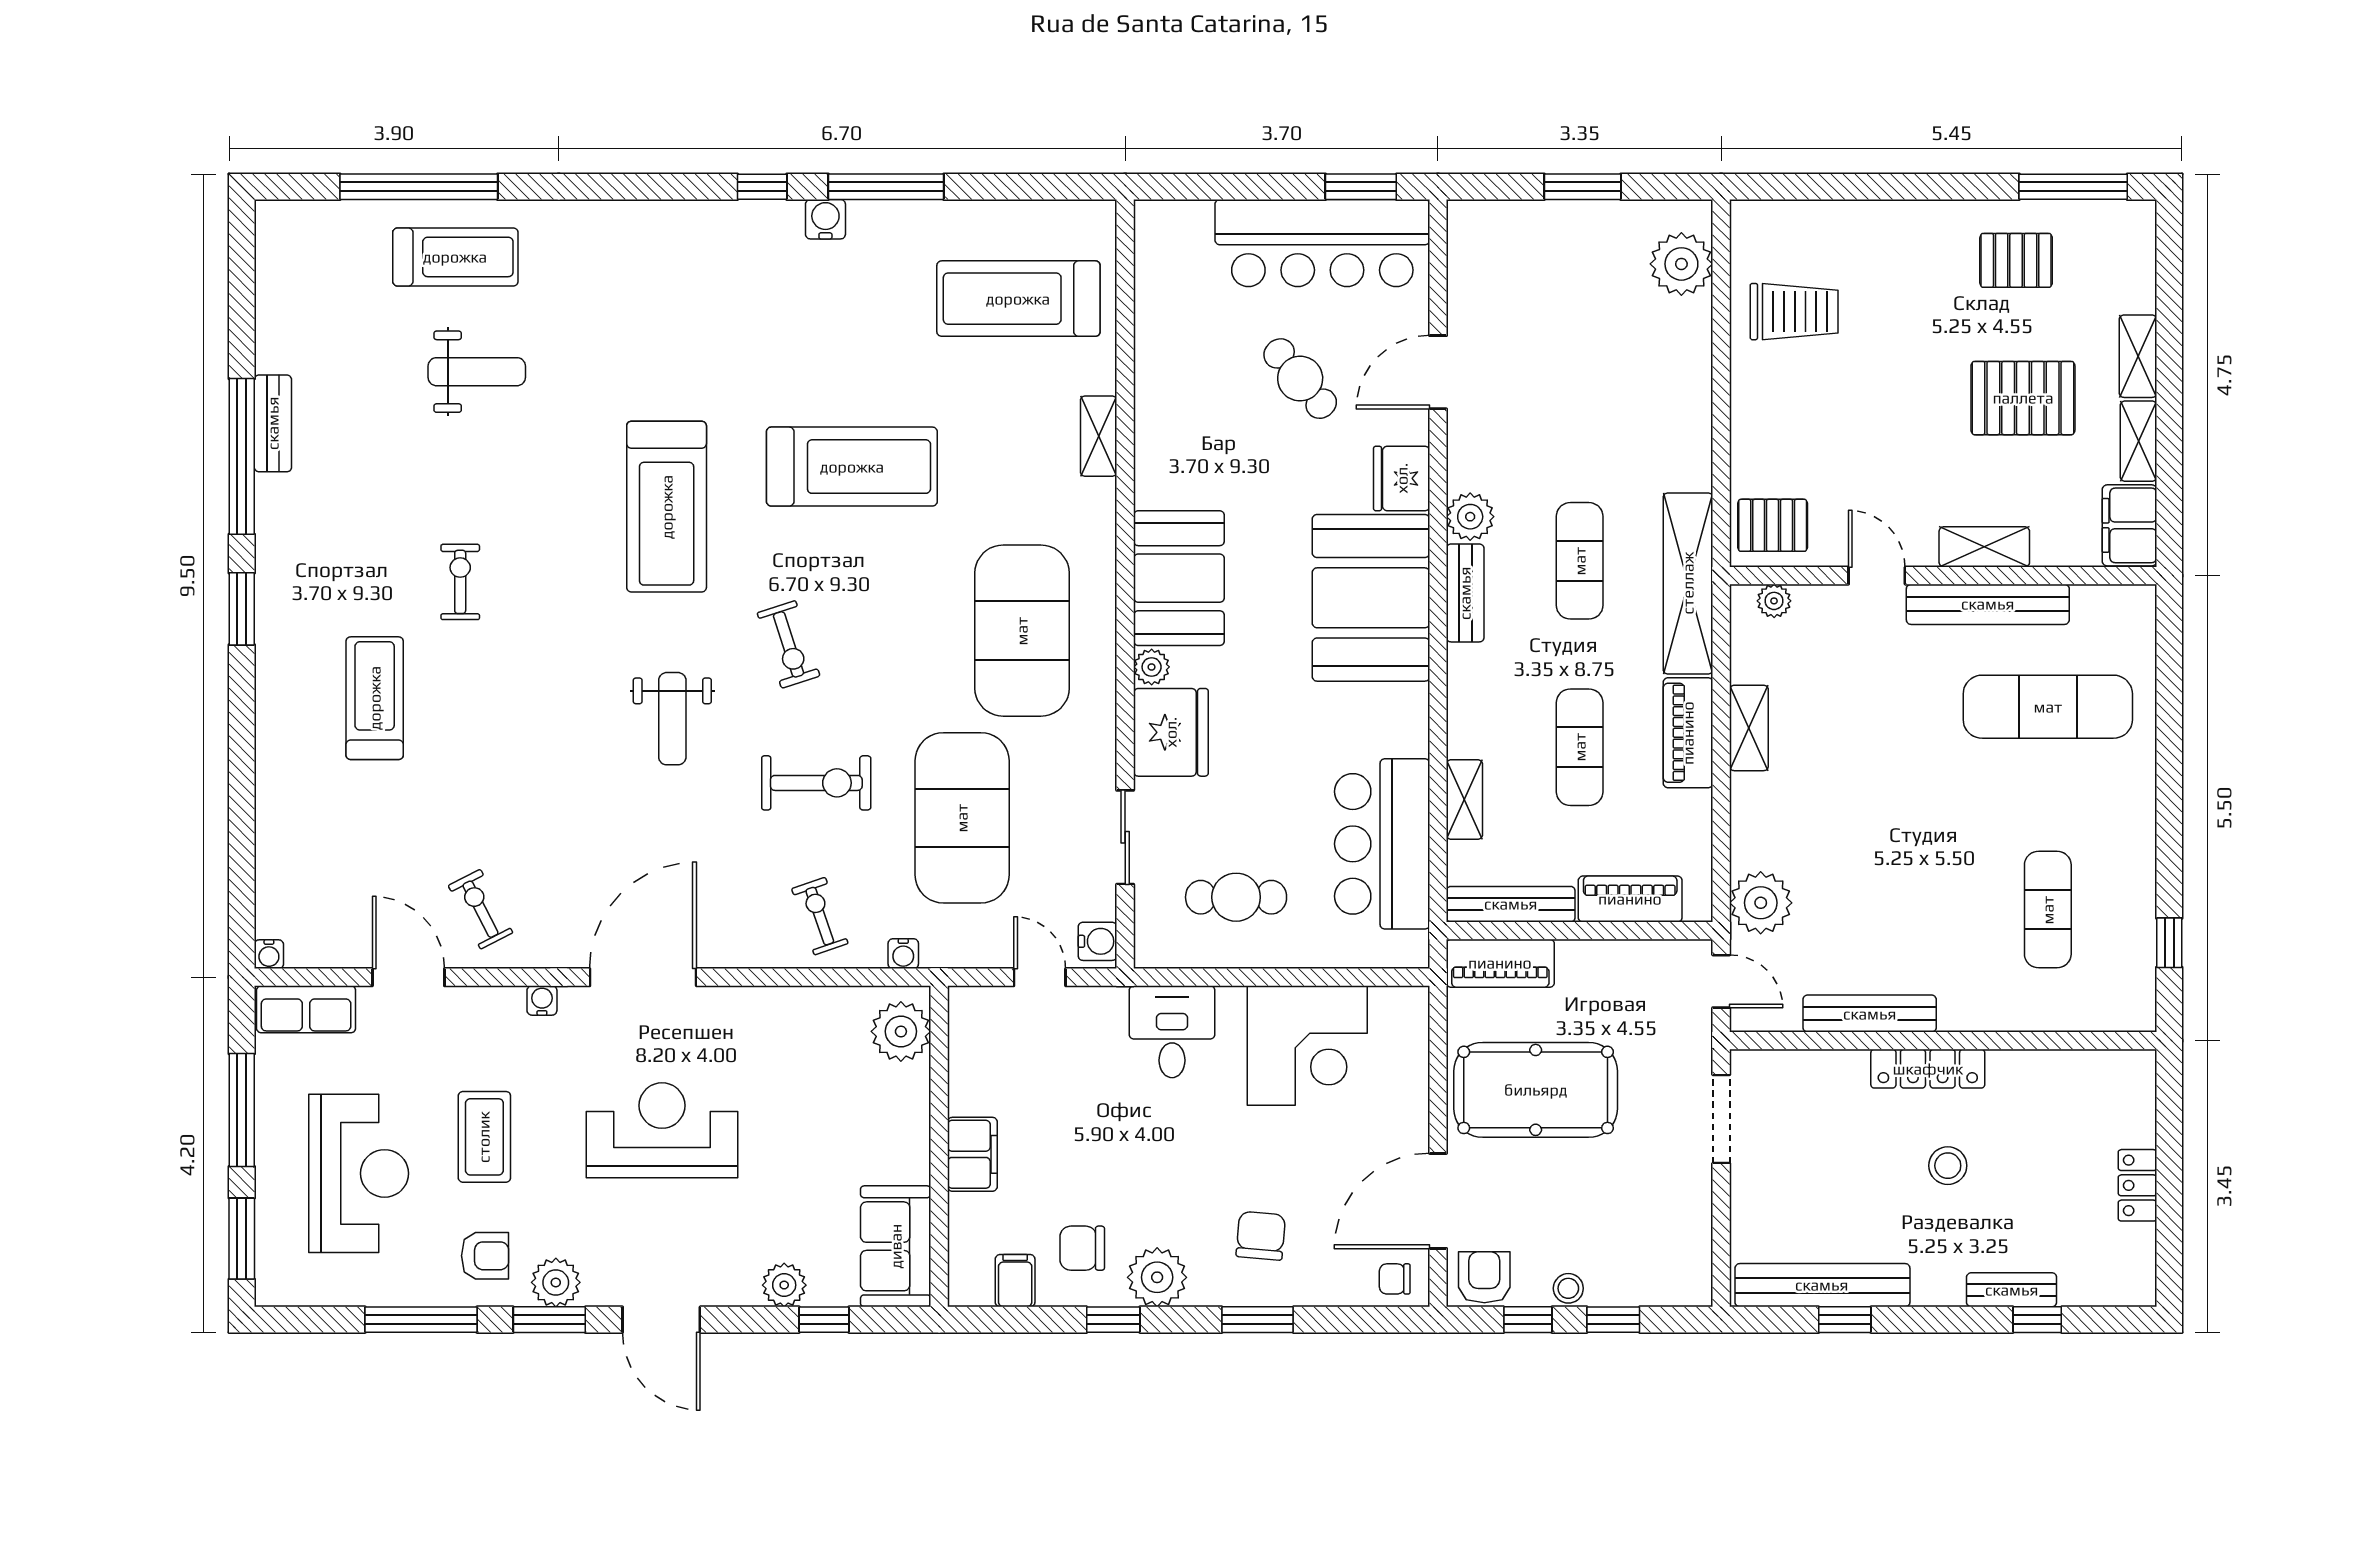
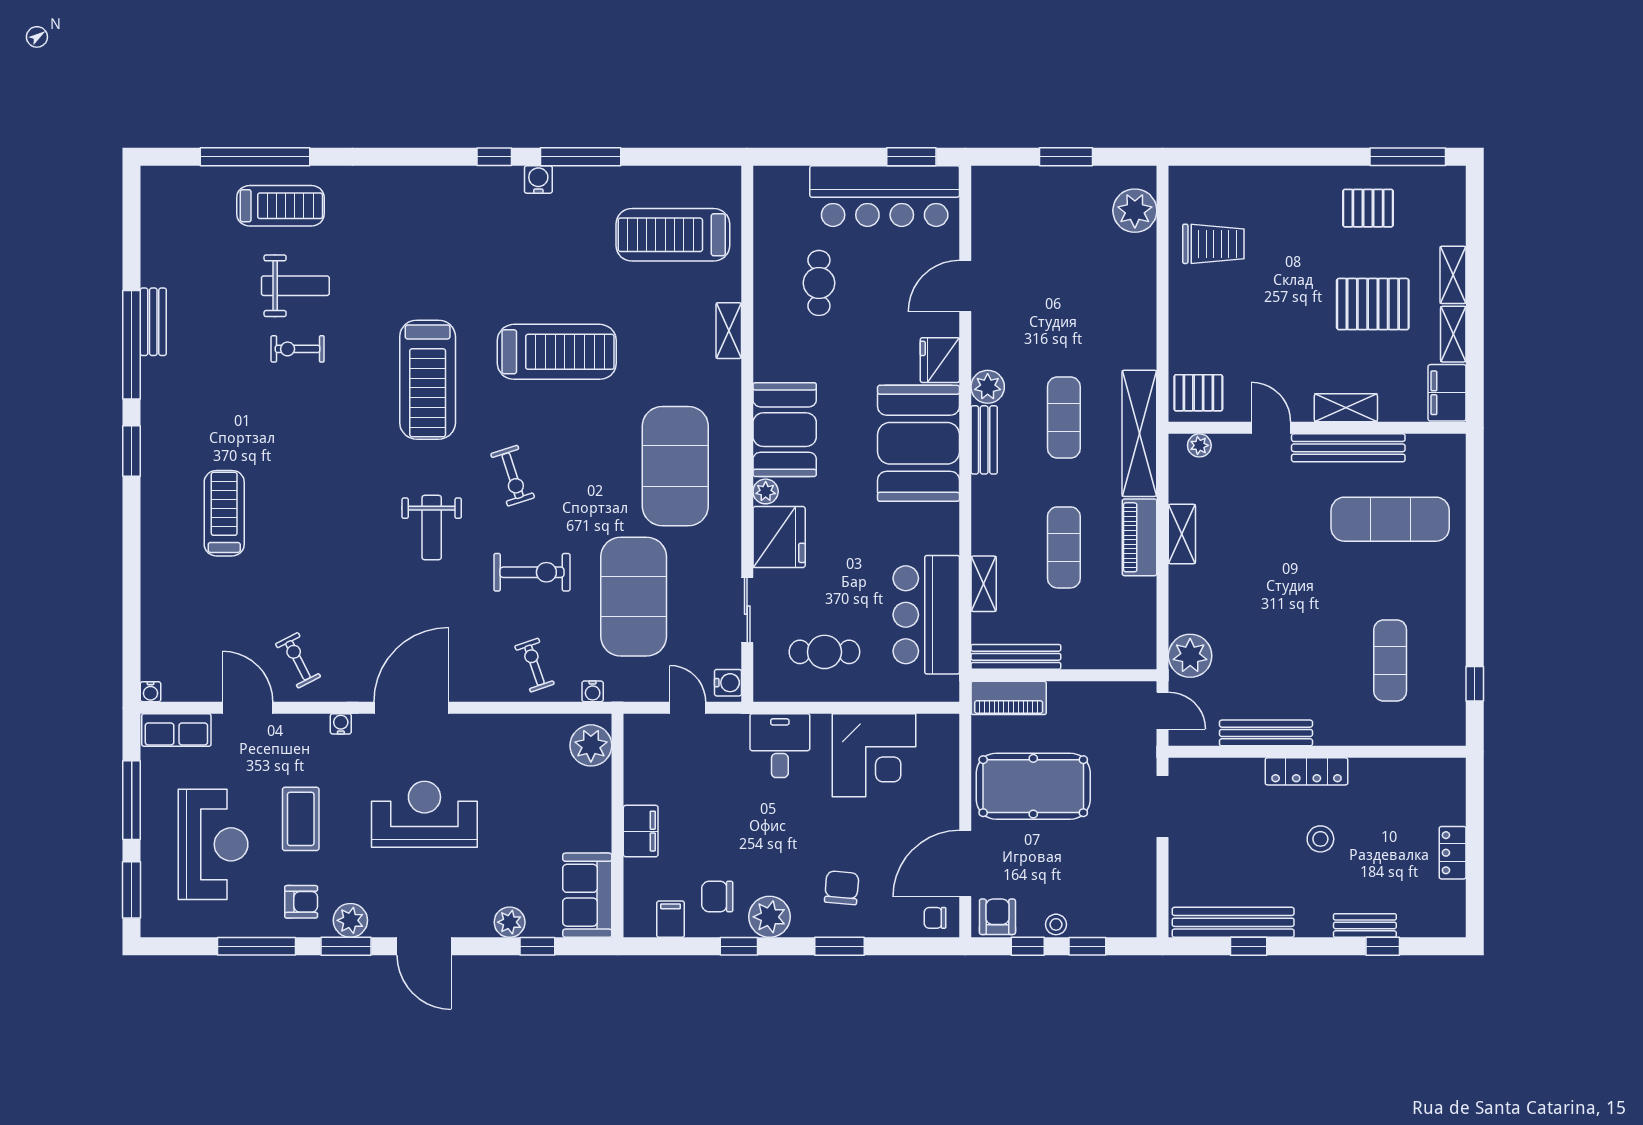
cafe table: (1300, 379) -> (819, 283), moved, turned 40
exercise bike: (460, 582) -> (298, 349), moved, turned -90
piano: (1630, 899) -> (1099, 653), removed

